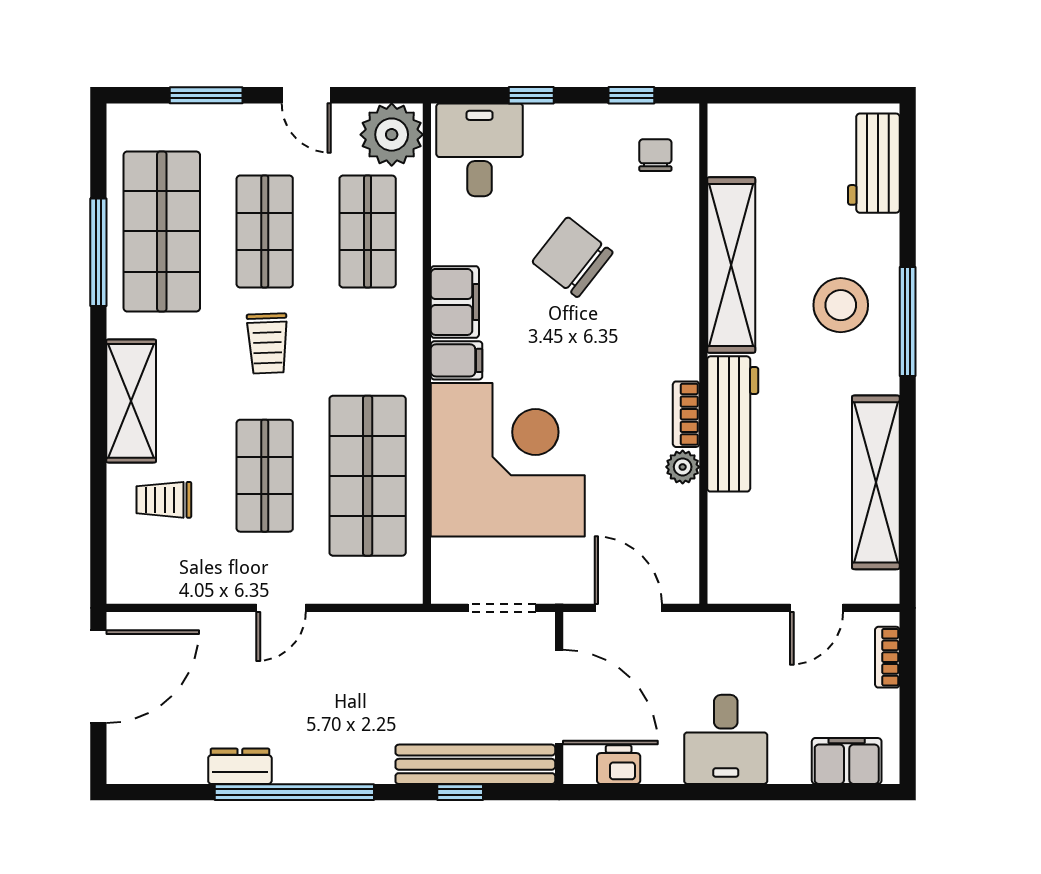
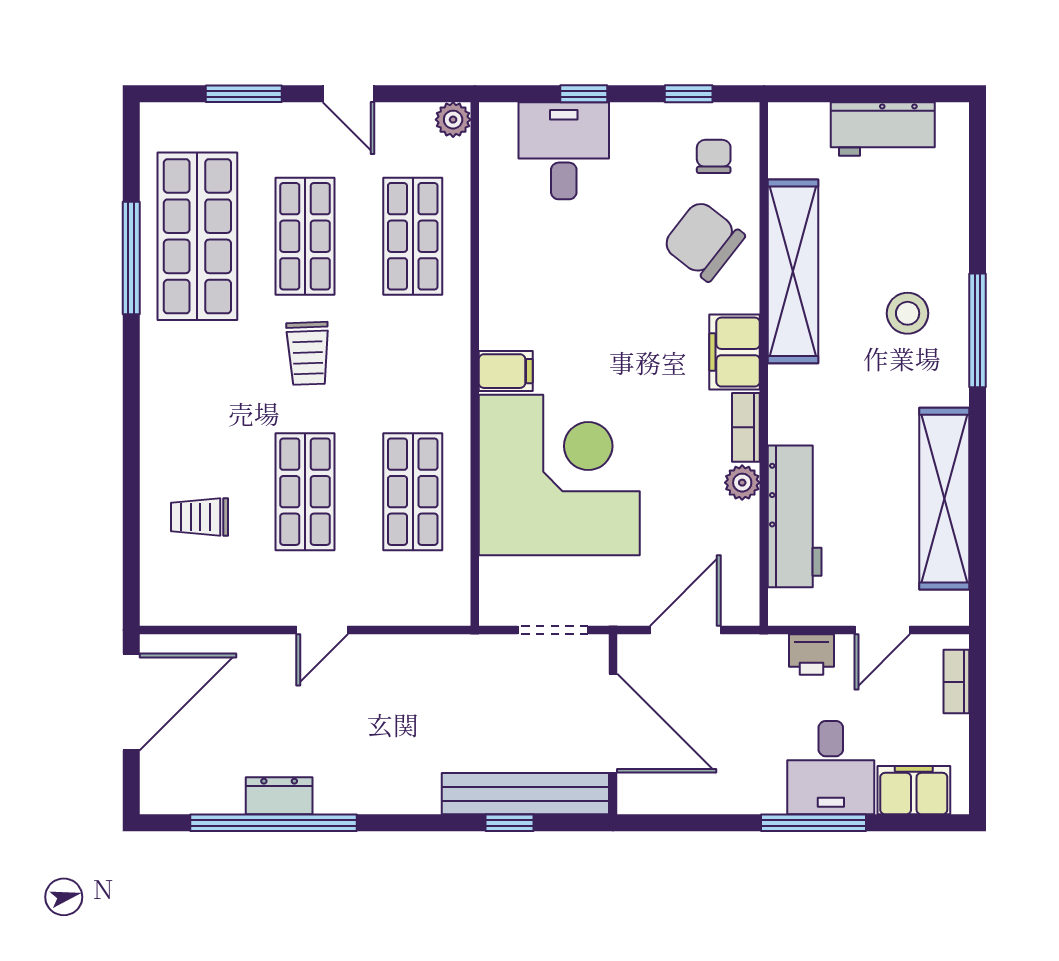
plant: (392, 135) -> (453, 120), width x0.53, depth x0.53
desk: (480, 150) -> (564, 151), moved
workbench: (874, 163) -> (883, 129), moved, turned -90
chair: (573, 257) -> (704, 241), moved
filing cabinet: (455, 302) -> (735, 352), moved, turned 180
stool: (841, 305) -> (908, 313), width x0.73, depth x0.73
shelving: (131, 401) -> (165, 414), removed
workbench: (733, 424) -> (795, 516), moved
shop shelf: (368, 476) -> (413, 492), width x0.70, depth x0.74
door: (628, 608) -> (685, 630), hinge flipped
desk: (726, 739) -> (831, 768), moved
printer: (619, 765) -> (811, 655), moved, turned 180
window: (294, 792) -> (274, 823), moved
window: (751, 792) -> (814, 823), added

